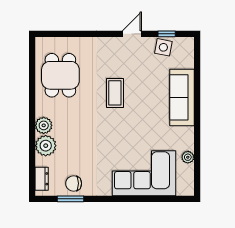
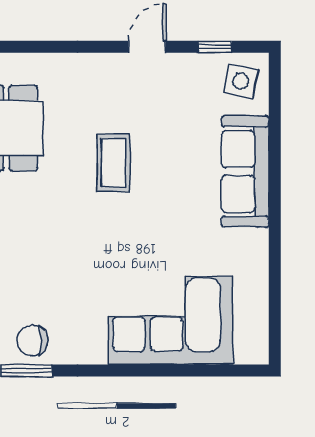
side table: (163, 47) -> (241, 81), moved
plant: (188, 157) -> (257, 289), removed

